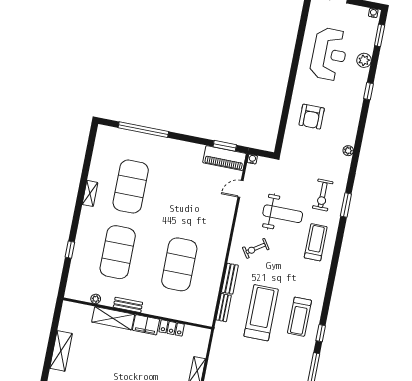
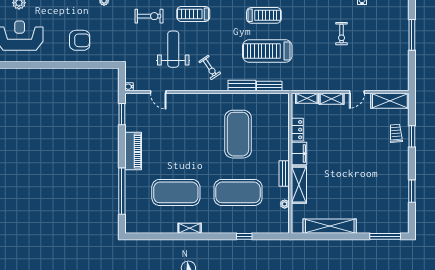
piano: (224, 158) -> (133, 151), moved
exercise mat: (179, 264) -> (238, 134), turned 90
shelving: (203, 345) -> (307, 98), added
shelving: (61, 351) -> (330, 226), width x1.47

